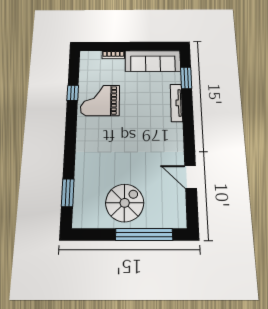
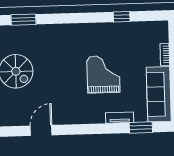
grand piano: (100, 100) -> (103, 74), moved
tv unit: (176, 103) -> (120, 118), width x0.71

